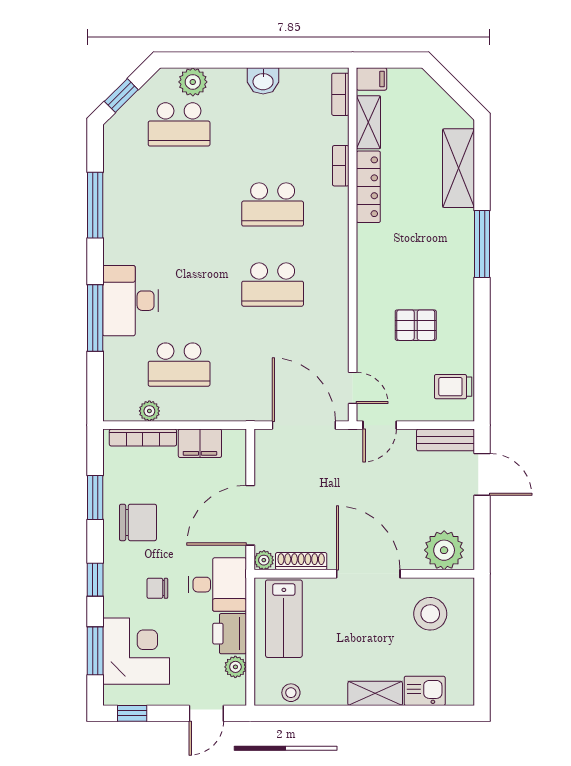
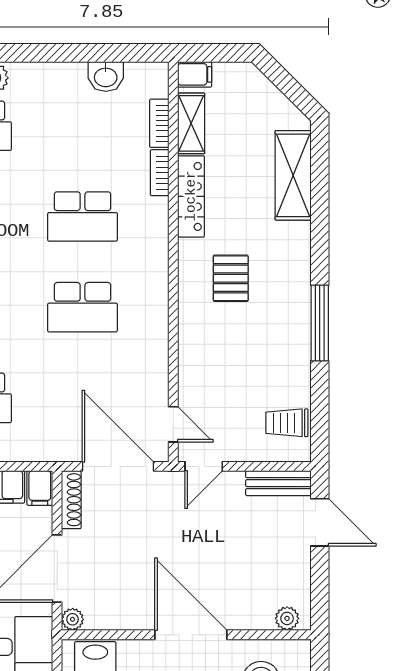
washbasin: (263, 81) -> (106, 77), moved
bookcase: (340, 94) -> (159, 123), moved
window: (482, 244) -> (320, 323), moved
pallet: (416, 325) -> (231, 278), moved, turned 90
filing cabinet: (235, 444) -> (40, 488), added
plant: (444, 550) -> (287, 618), width x0.53, depth x0.53
shoe rack: (301, 561) -> (71, 500), moved, turned 90

